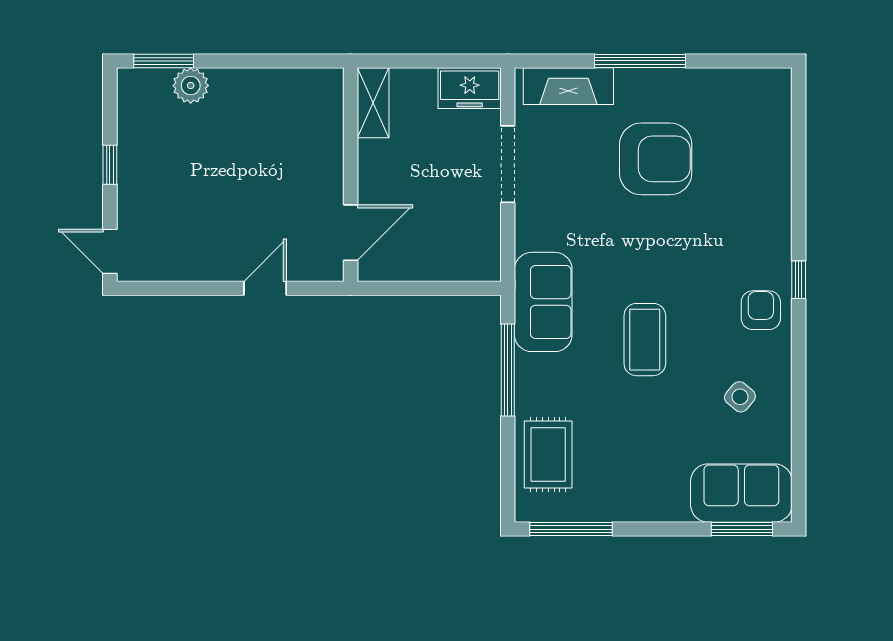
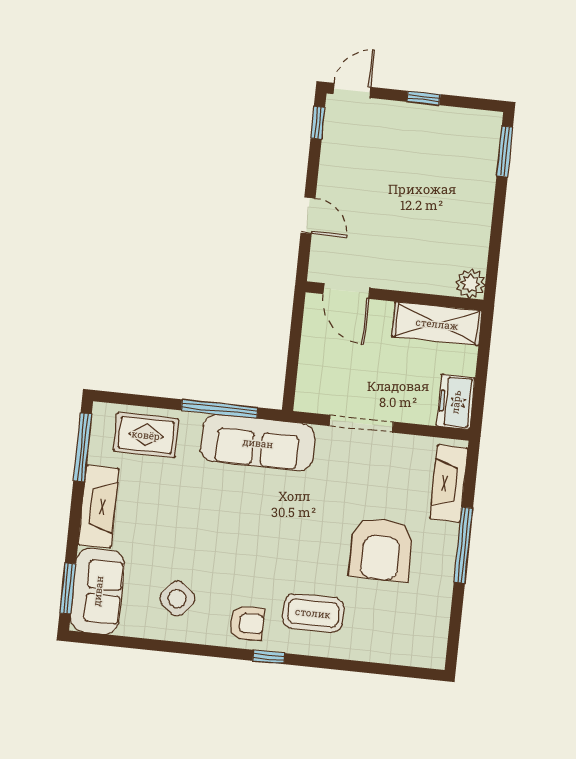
plant: (191, 86) -> (470, 283), moved
shelving: (373, 103) -> (437, 324), width x1.50, depth x1.33
doorway: (508, 164) -> (361, 424), moved
window: (153, 288) -> (318, 123), added
sofa: (543, 302) -> (258, 443), width x1.36
coffee table: (645, 340) -> (313, 613), moved
side table: (740, 397) -> (177, 598), width x1.37, depth x1.37
fireplace: (640, 503) -> (98, 507), added

